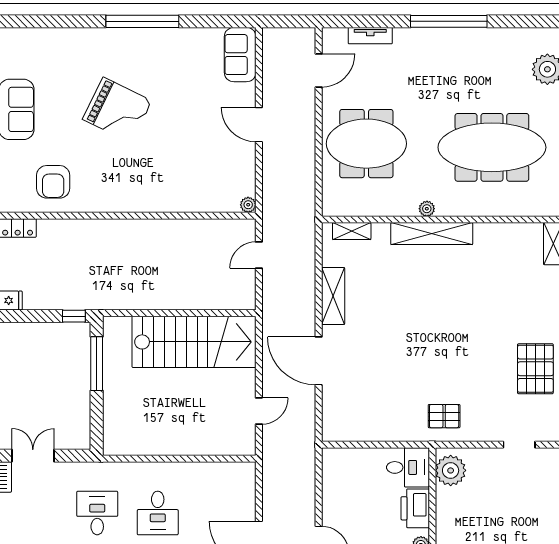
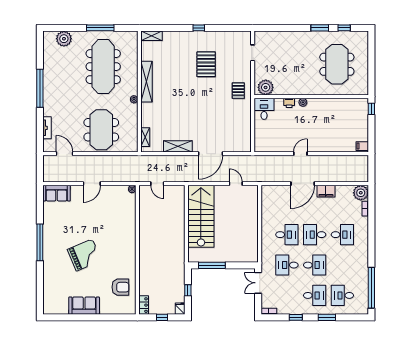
grand piano: (117, 110) -> (84, 255), turned 41
shelving: (432, 234) -> (147, 82), moved
window: (74, 316) -> (188, 290), moved
pallet: (535, 369) -> (206, 64), moved, turned 90
double door: (33, 456) -> (258, 283), moved
printer: (415, 508) -> (289, 103), width x0.53, depth x0.68

